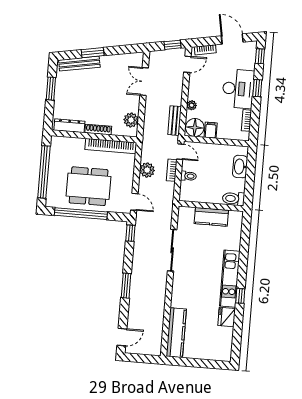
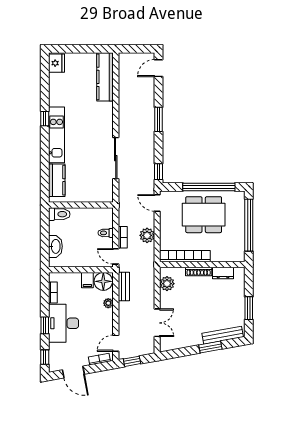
dresser: (69, 126) -> (223, 273), width x0.70
kitchen counter: (211, 217) -> (57, 180), moved, turned 90
fridge: (227, 317) -> (56, 63), moved

